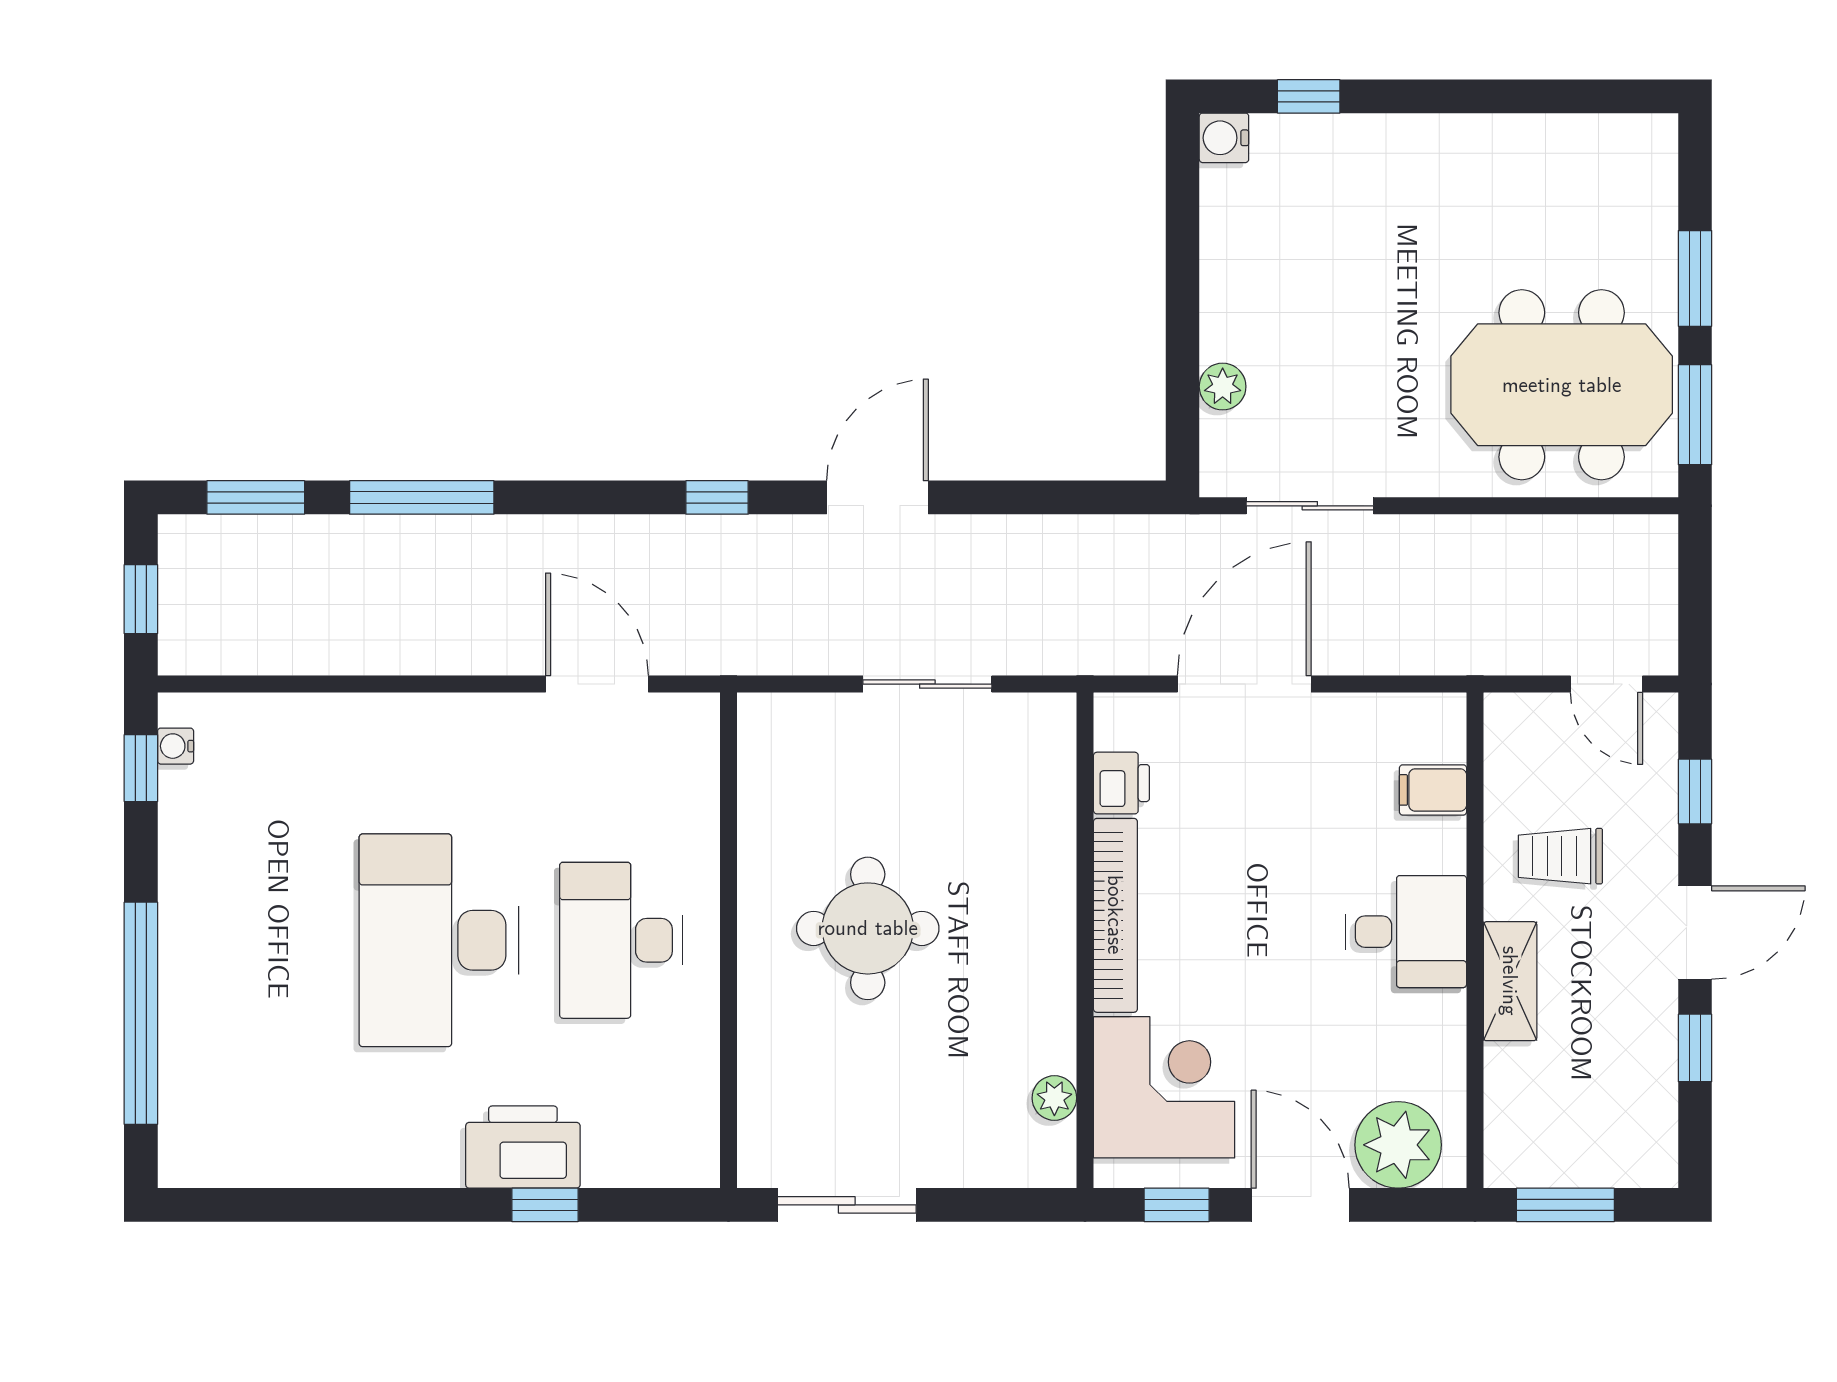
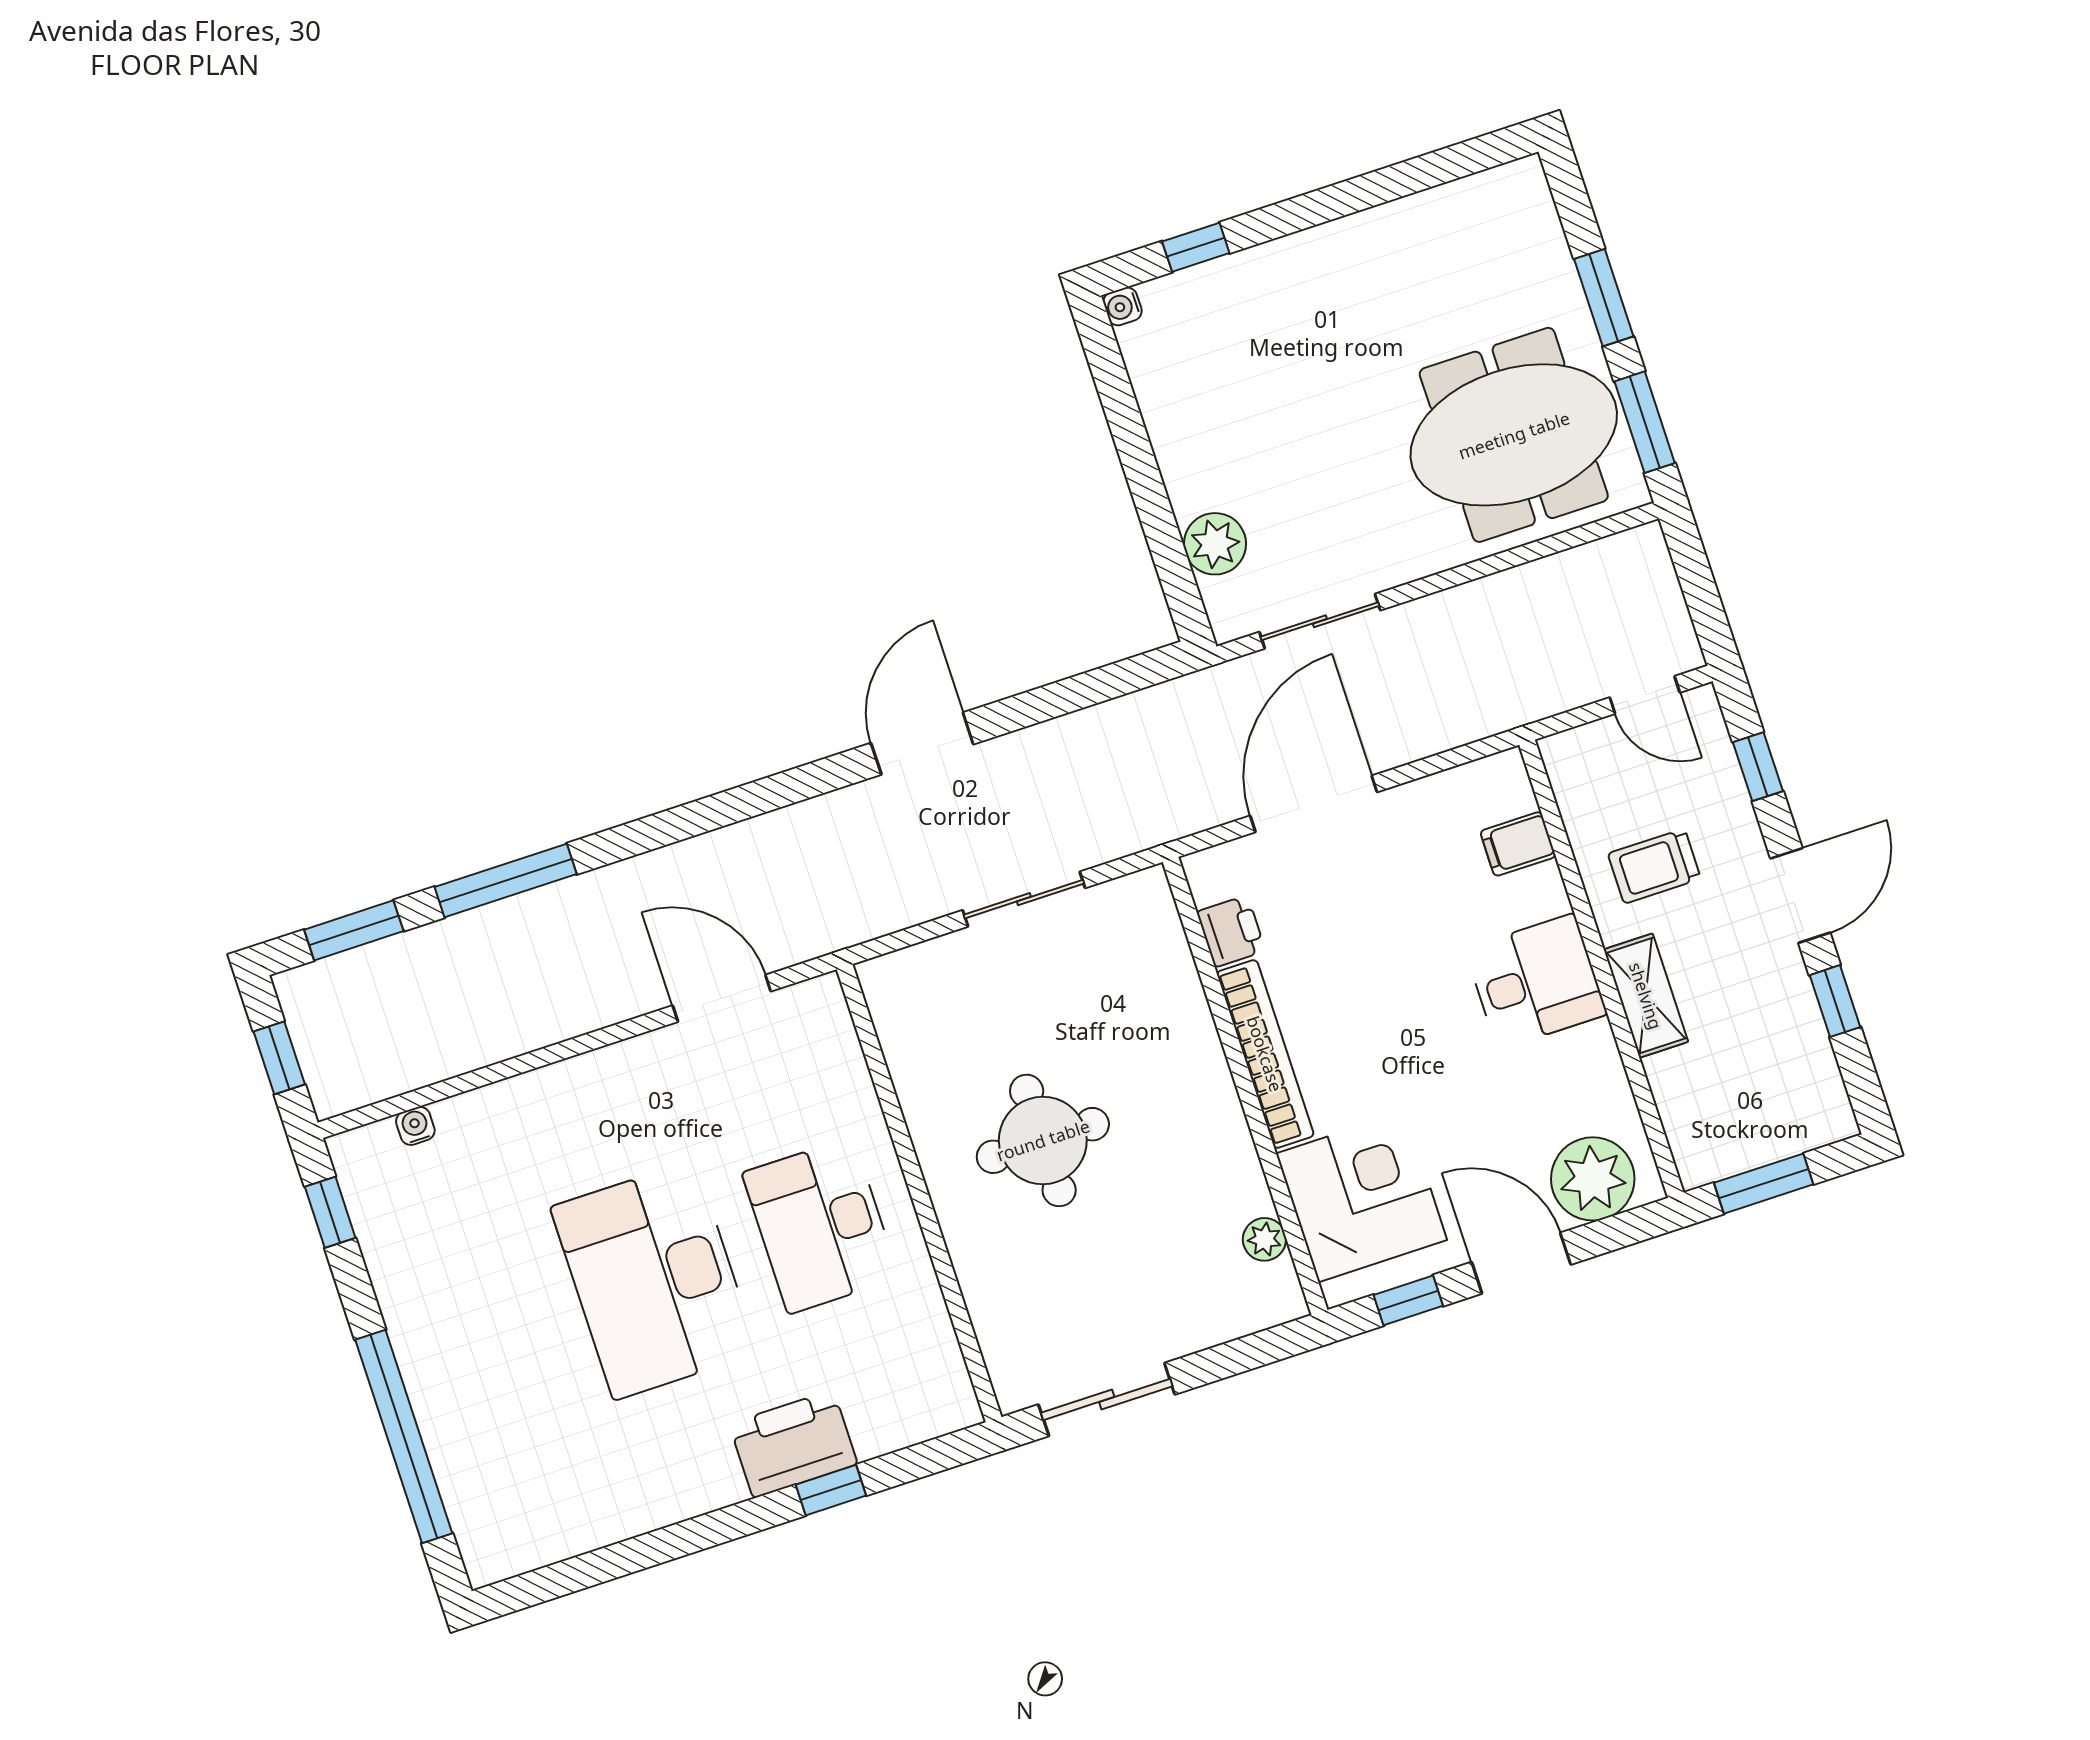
water cooler: (1224, 138) -> (1123, 306), width x0.72, depth x0.72
plant: (1223, 387) -> (1215, 544), width x1.38, depth x1.38
window: (717, 497) -> (776, 792), removed
water cooler: (176, 746) -> (415, 1126), moved, turned 90

